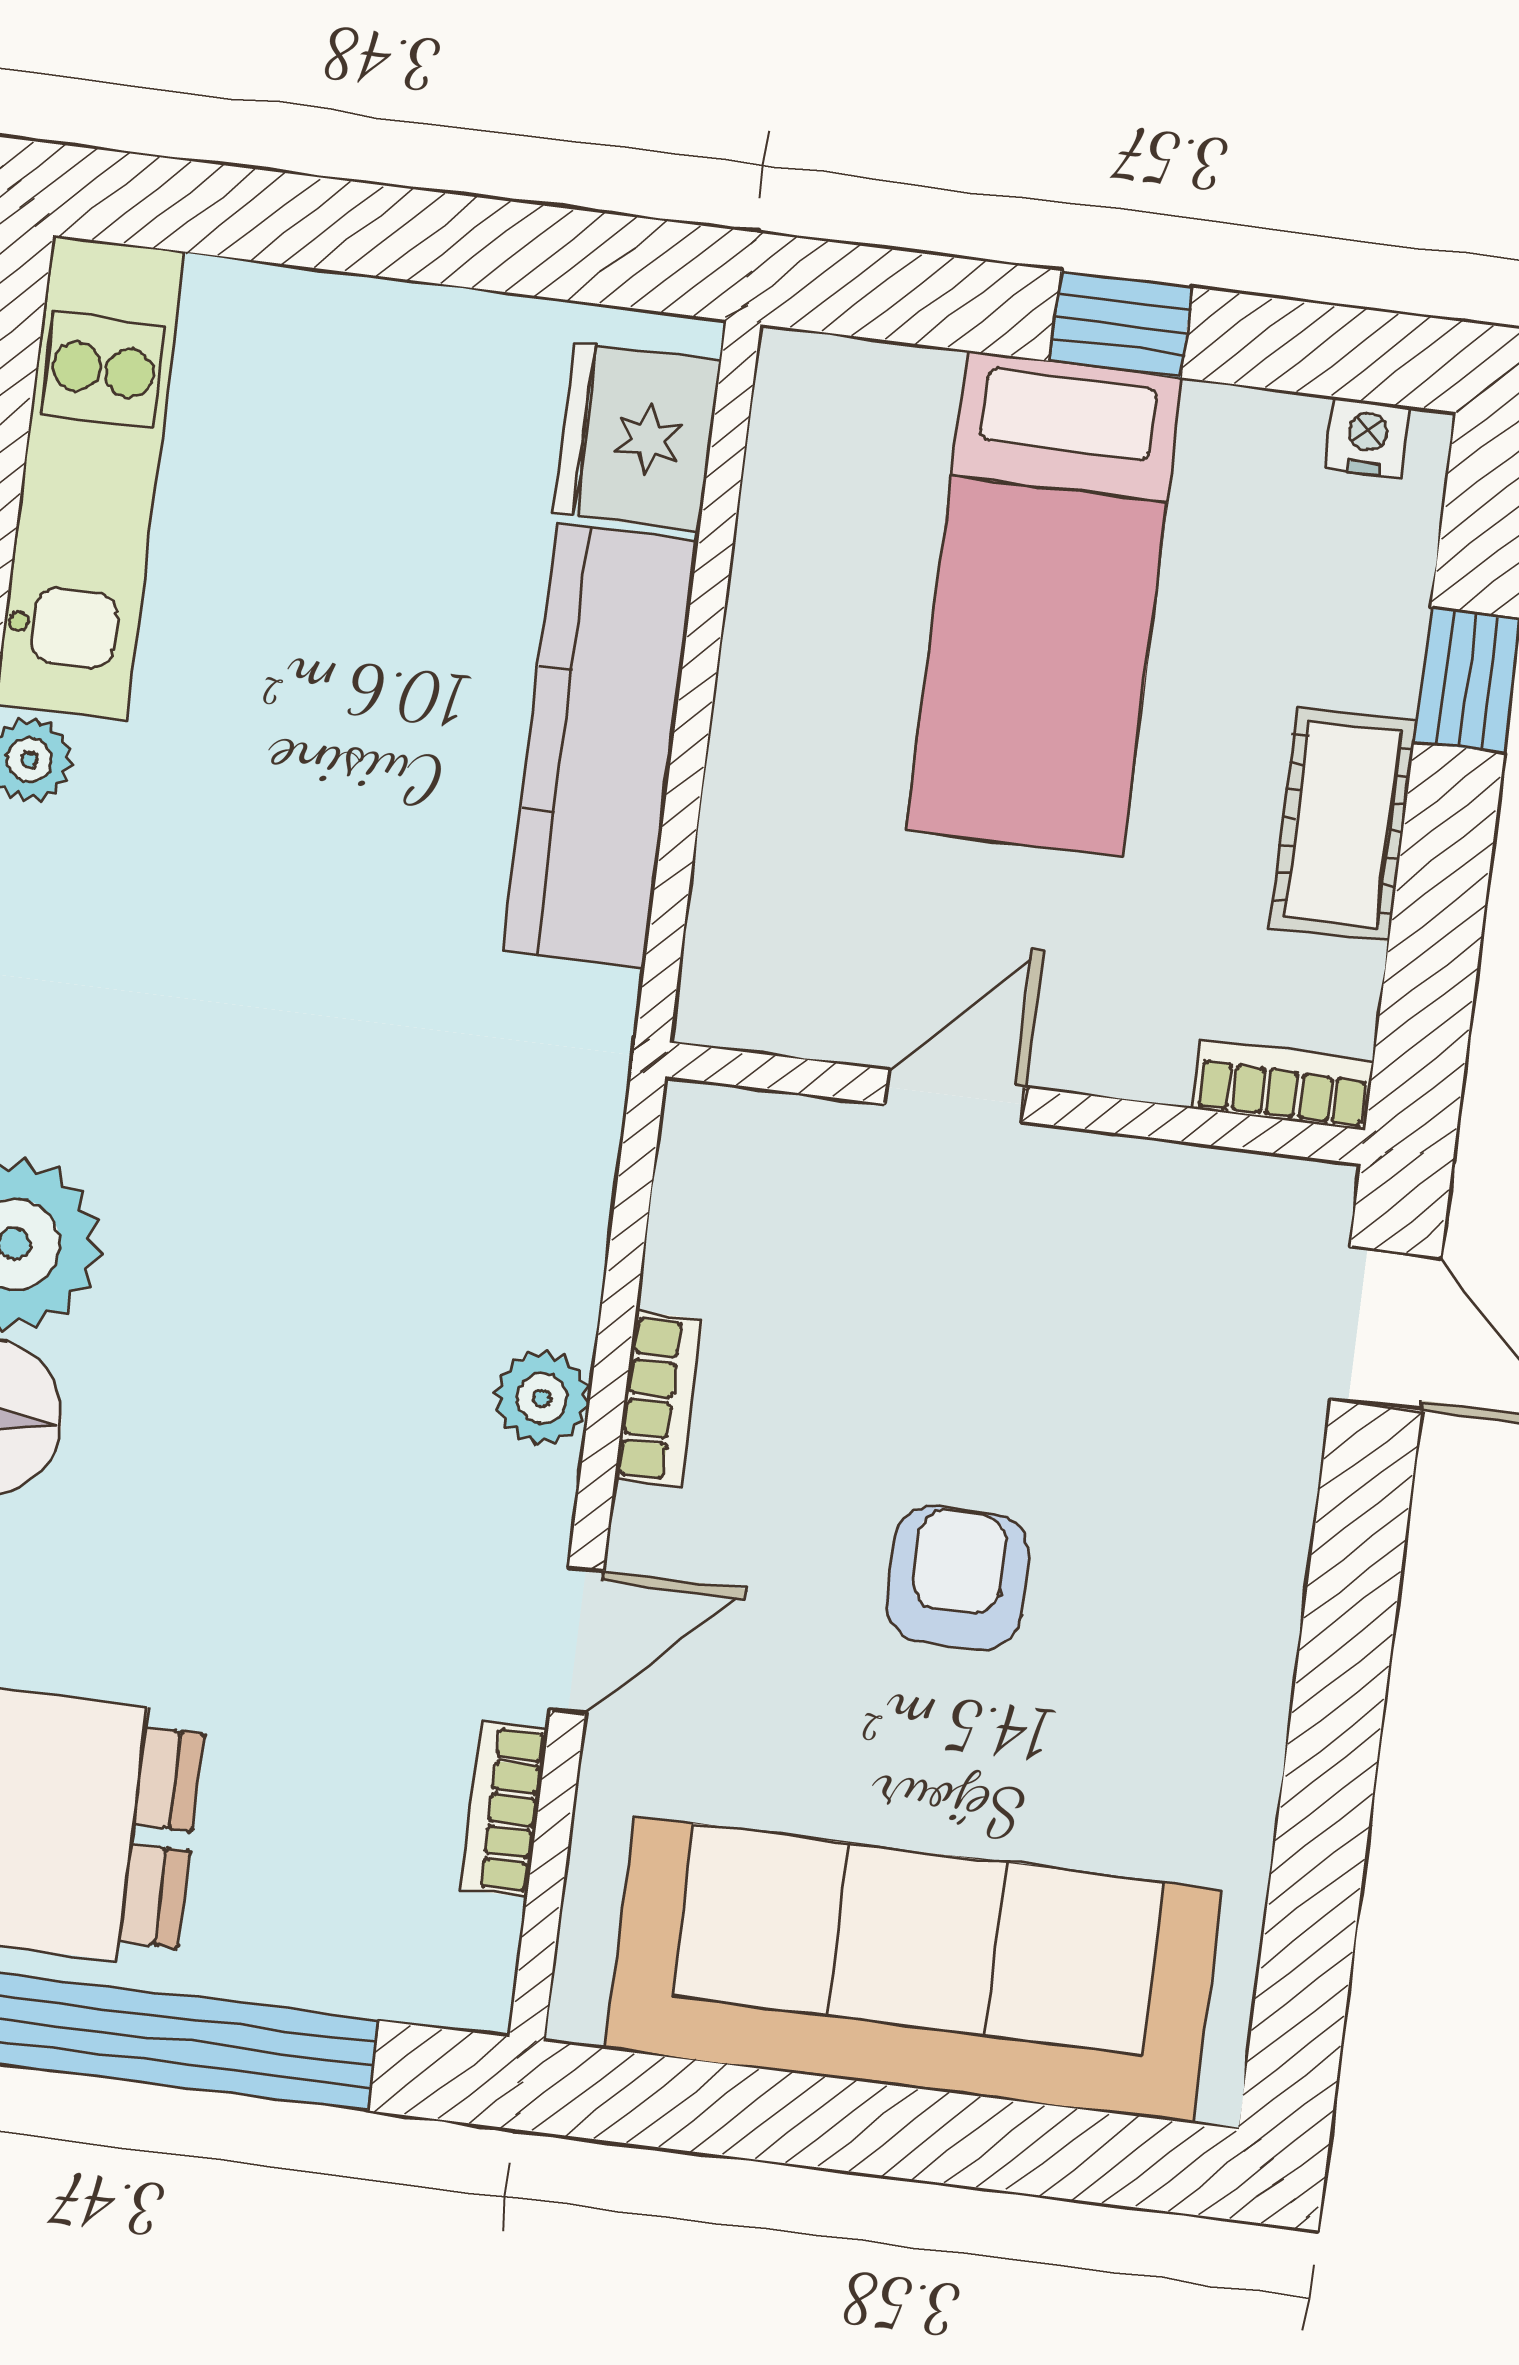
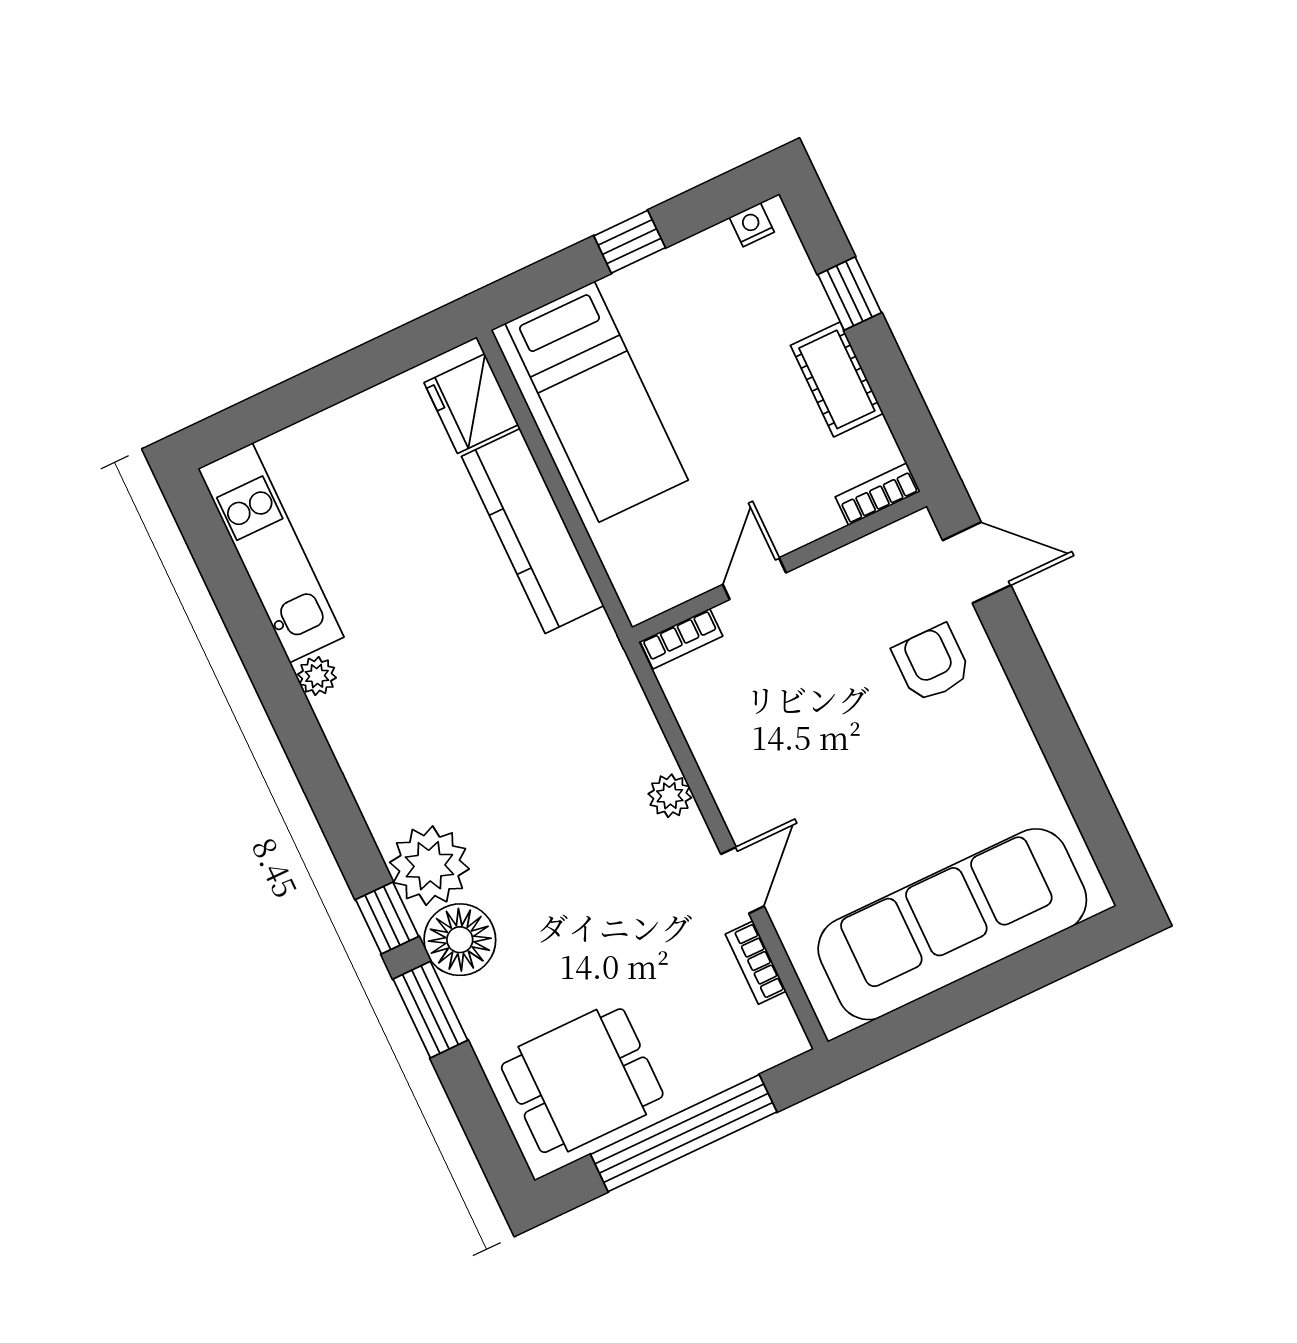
bed: (1045, 604) -> (597, 402), moved
bookcase: (659, 1399) -> (681, 639), moved, turned 90
armchair: (957, 1578) -> (932, 663), moved

